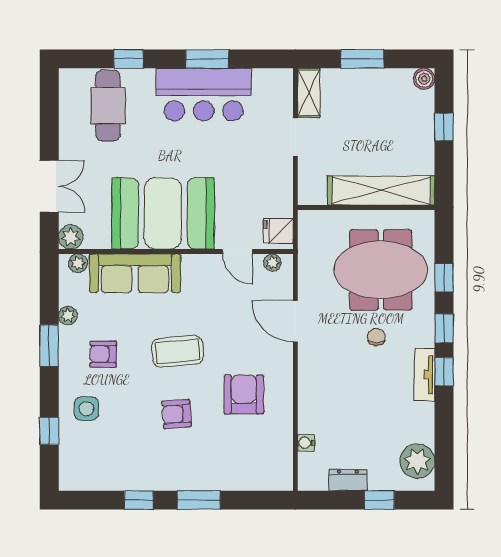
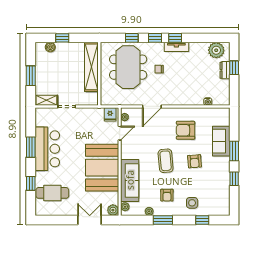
boiler: (424, 79) -> (50, 47), moved
sofa: (220, 472) -> (221, 141), added
dresser: (348, 480) -> (225, 70), moved

